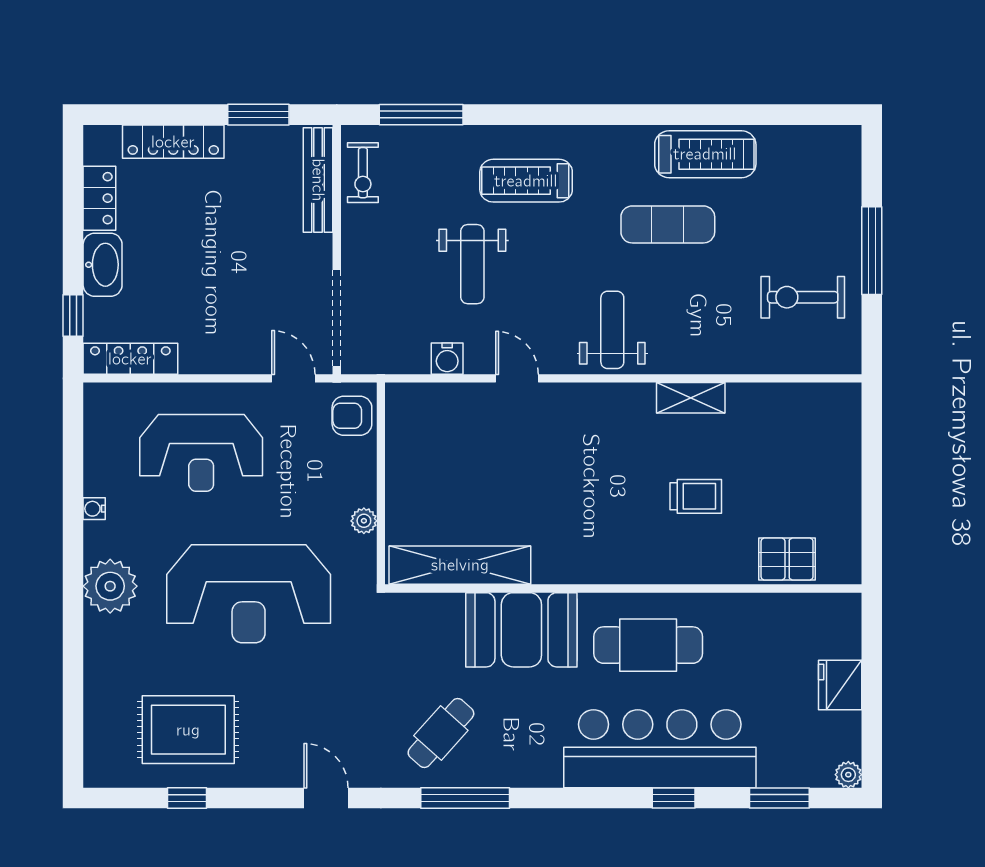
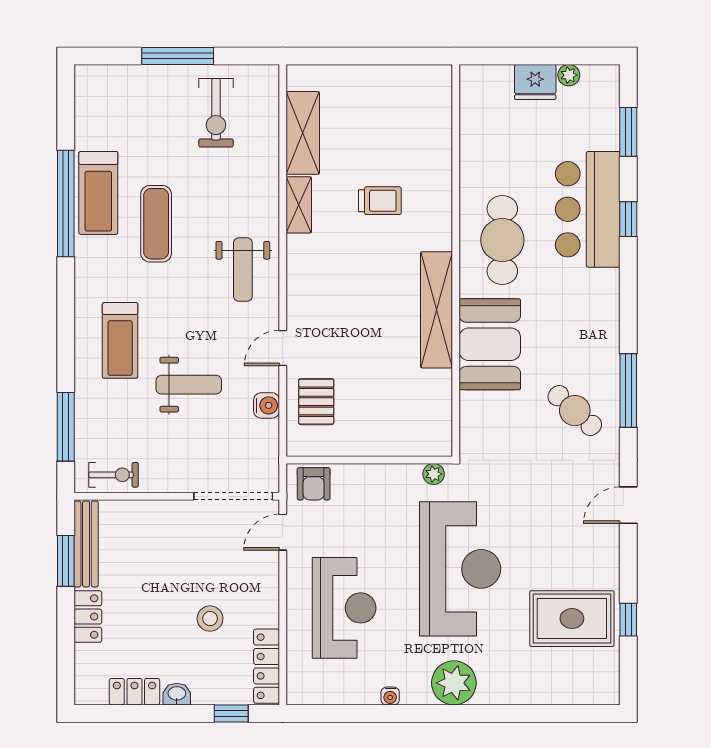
window: (692, 115) -> (66, 204), added
locker: (173, 142) -> (88, 617), width x0.66
treadmill: (705, 154) -> (98, 193), turned 180
bench: (318, 180) -> (86, 544), moved, turned 90
washbasin: (103, 265) -> (177, 694), width x0.52, depth x0.69
stool: (188, 290) -> (210, 619), added
weight bench: (612, 330) -> (243, 269), turned -90
shelving: (778, 403) -> (303, 133), added
trolley: (696, 496) -> (380, 201), turned 90
plant: (364, 521) -> (434, 474), moved
pallet: (787, 559) -> (316, 402), moved
shelving: (460, 565) -> (437, 310), moved
rug: (188, 730) -> (572, 619), turned 90
bar counter: (660, 749) -> (588, 209), width x0.73
plant: (848, 775) -> (569, 75), moved

